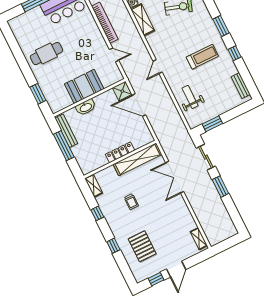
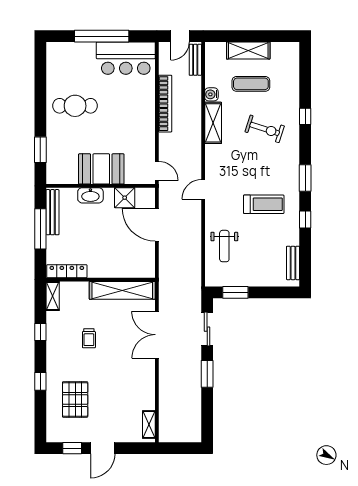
door: (114, 55) -> (157, 171), moved
shower: (122, 91) -> (125, 198), moved
weight bench: (190, 97) -> (224, 246), turned 180
locker: (120, 152) -> (67, 271), moved

